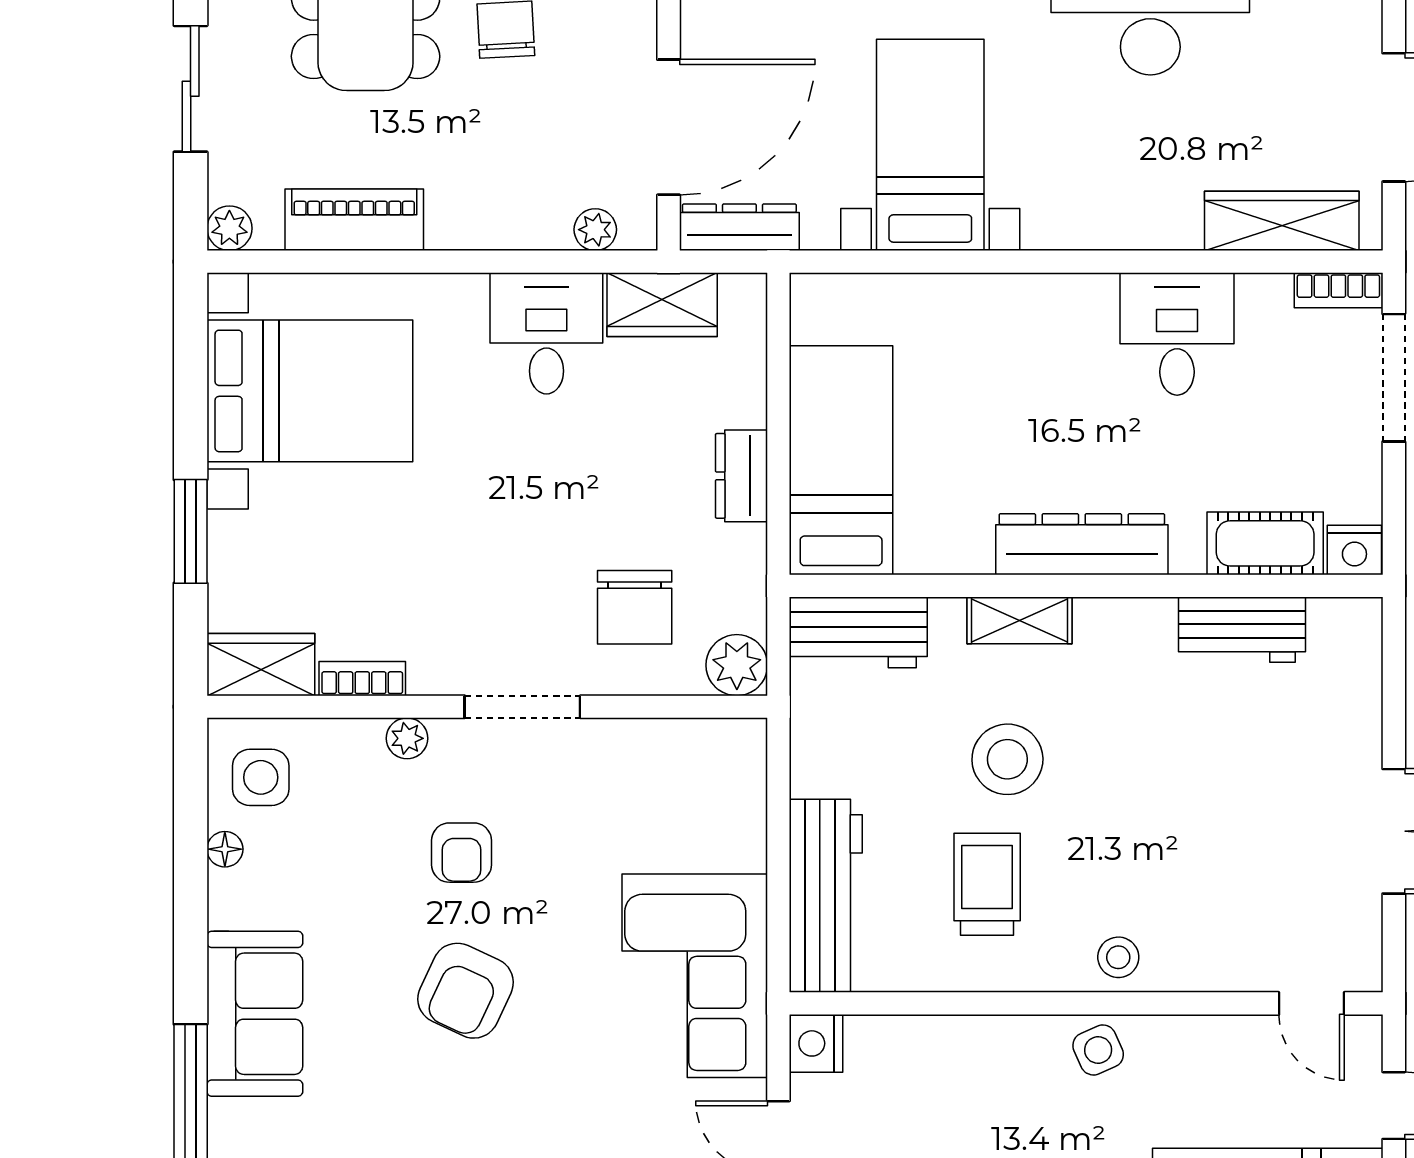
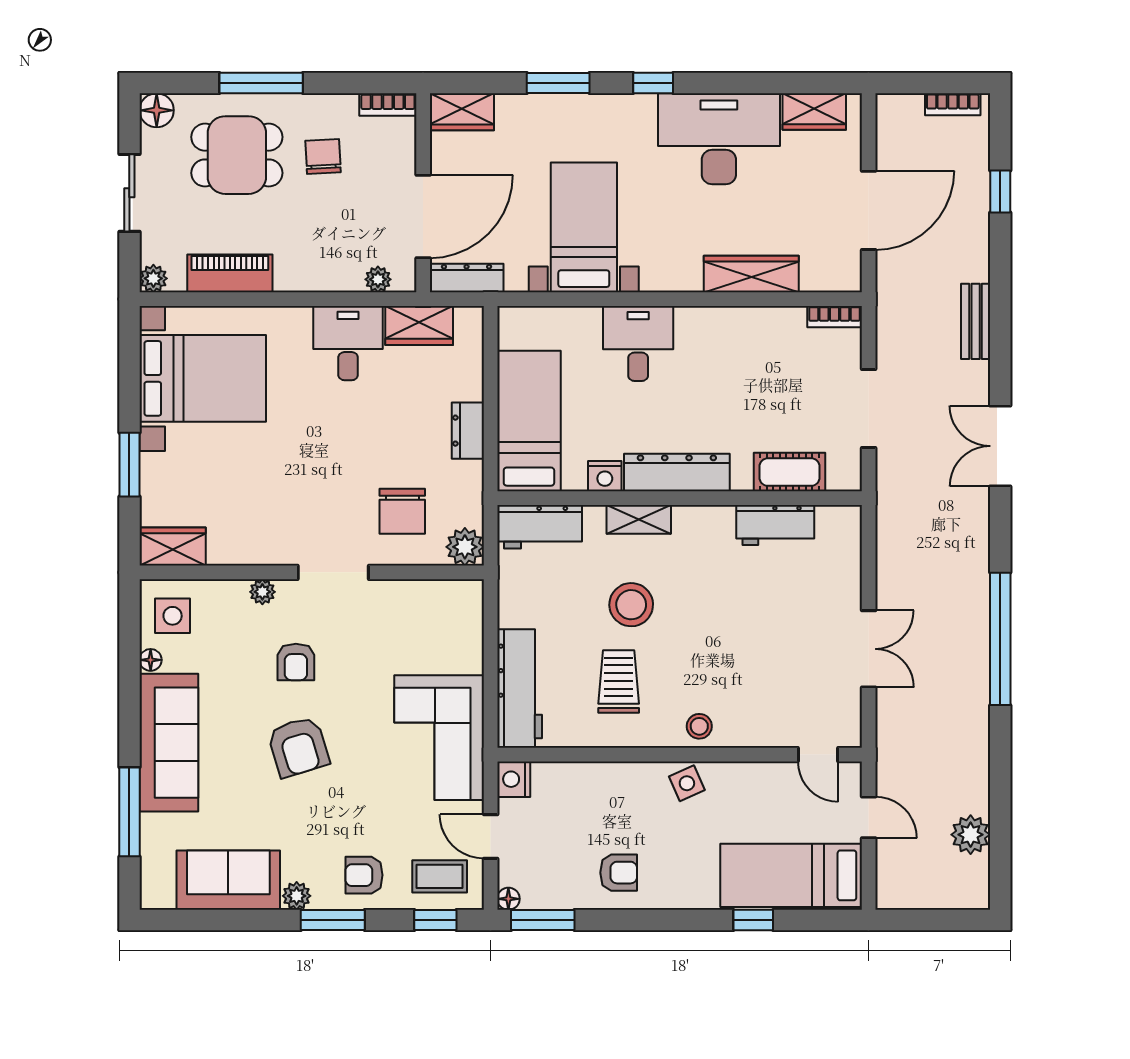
wardrobe: (1282, 221) -> (751, 274), moved
desk: (1177, 334) -> (638, 343), moved
doorway: (1394, 378) -> (869, 409), moved
nightstand: (1354, 550) -> (605, 476), moved
bookcase: (362, 679) -> (235, 555), removed
armchair: (466, 991) -> (298, 747), turned -42
sofa: (255, 1014) -> (169, 743), width x1.36

